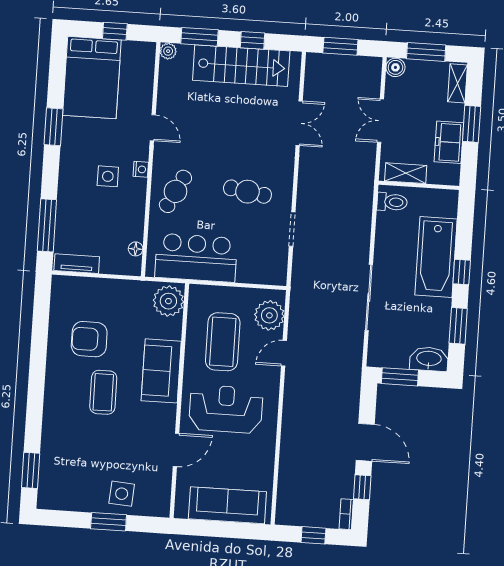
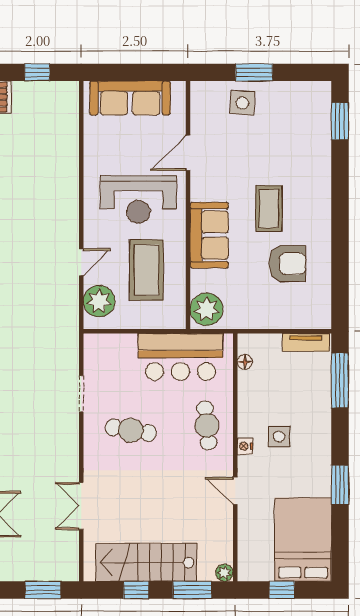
cafe table: (175, 191) -> (207, 425), turned -33

